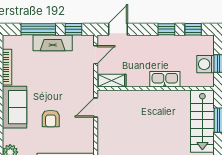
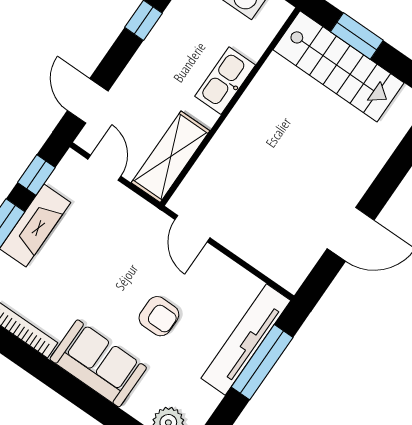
shelving: (111, 81) -> (171, 157), width x1.50, depth x1.33

